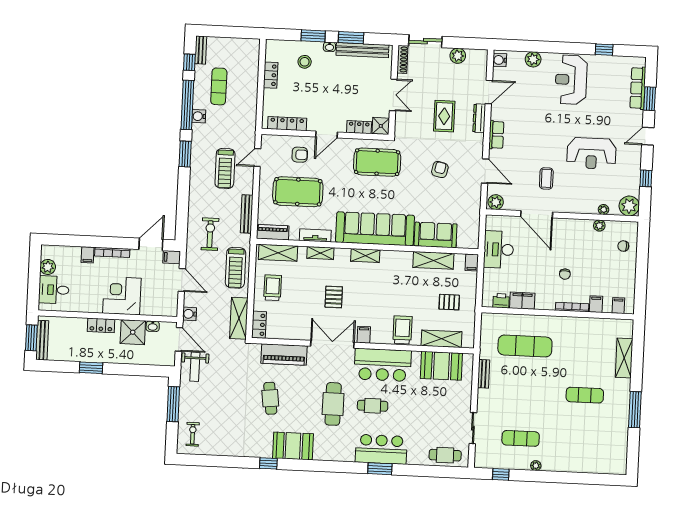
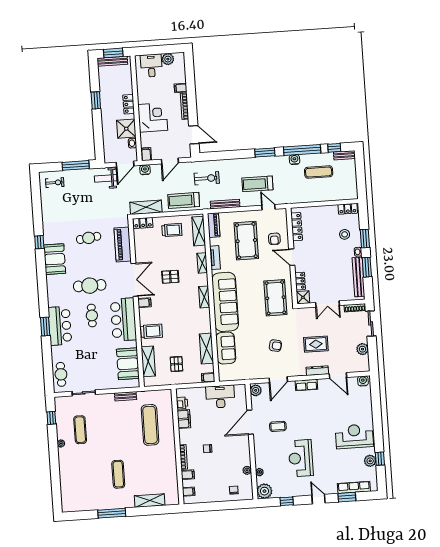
plant: (533, 59) -> (370, 461), moved
locker: (271, 75) -> (348, 209), moved
filing cabinet: (172, 257) -> (146, 154), moved

